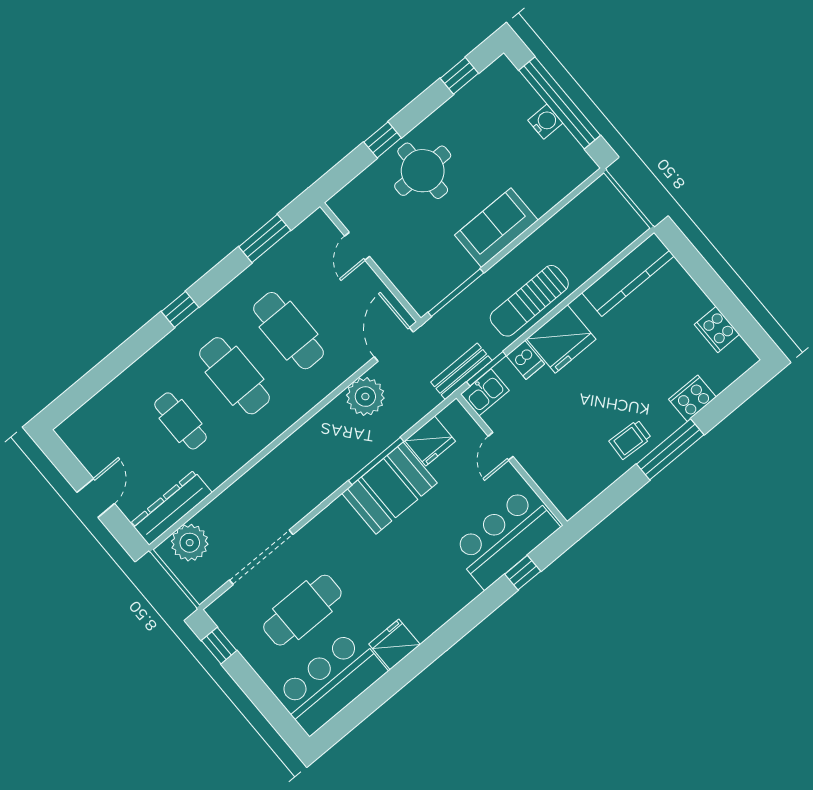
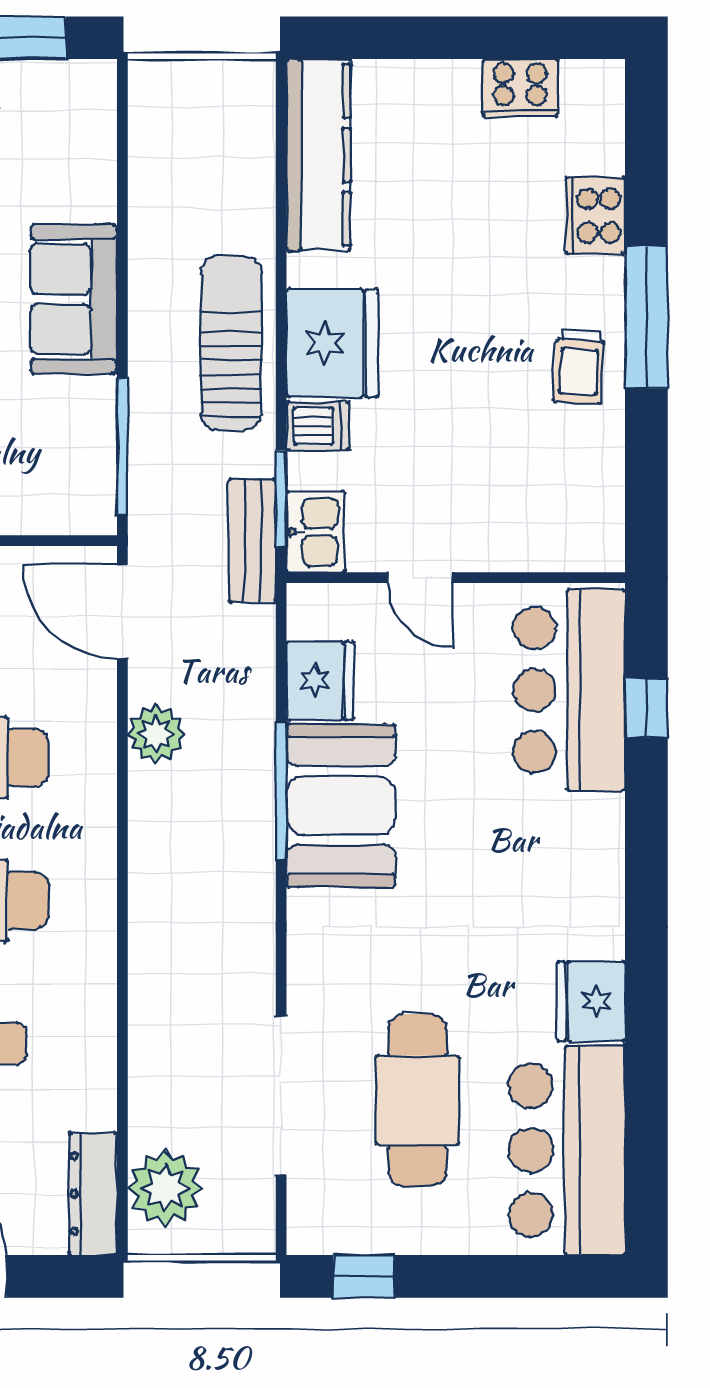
sun lounger: (529, 301) -> (231, 343), turned 180
plant: (365, 397) -> (156, 734), width x0.73, depth x0.73
dresser: (171, 508) -> (93, 1194), width x0.73, depth x0.80

